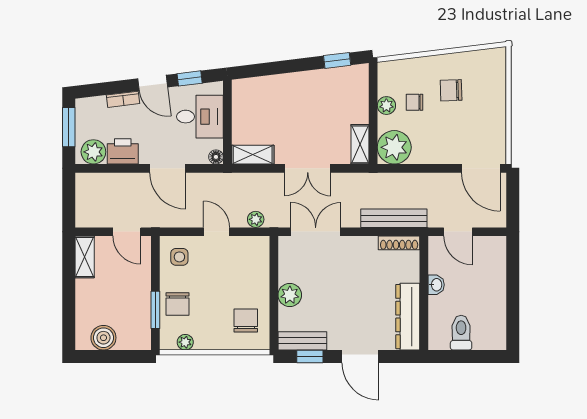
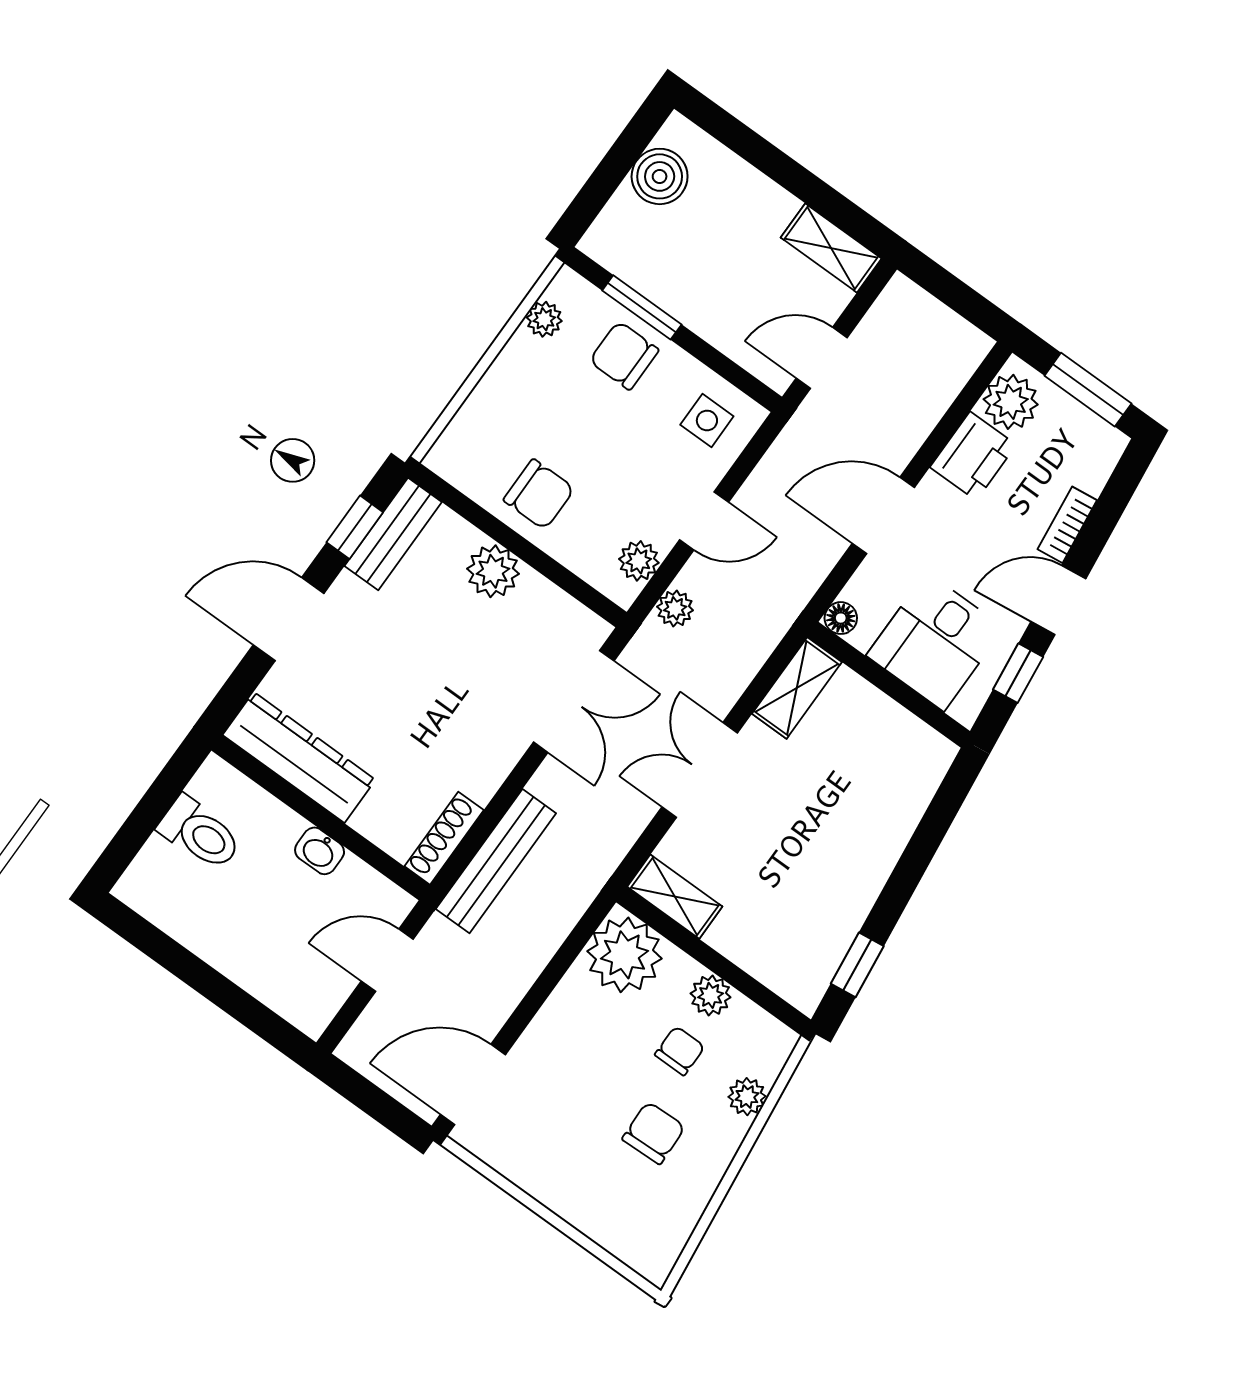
plant: (414, 66) -> (747, 1097), added
plant: (248, 245) -> (639, 561), added
chair: (246, 321) -> (539, 494), moved

